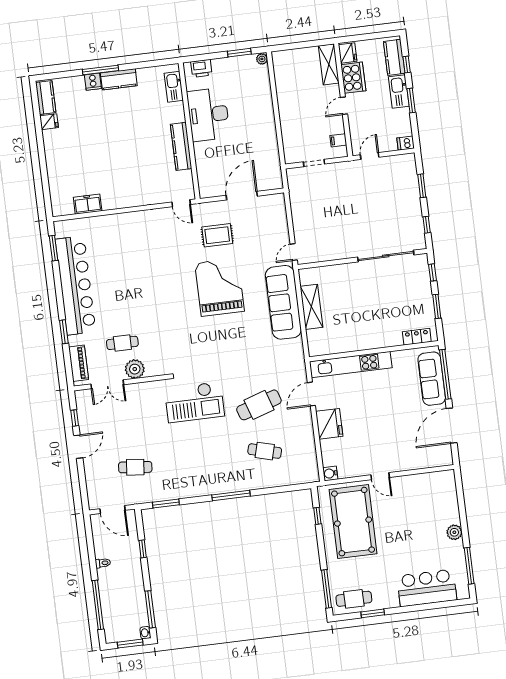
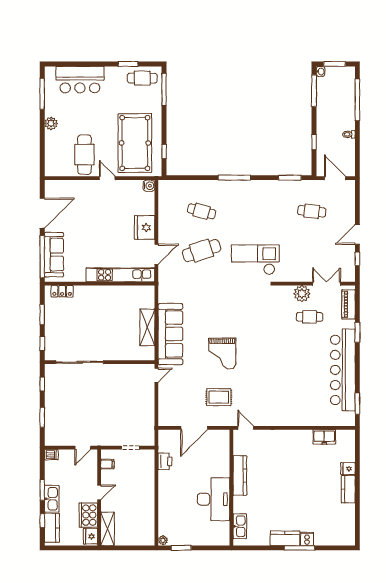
printer: (201, 68) -> (165, 461), moved, turned 90
kitchen counter: (46, 97) -> (348, 489), moved
fridge: (49, 122) -> (348, 469), moved
grand piano: (220, 287) -> (222, 353), width x0.73, depth x0.68
cafe table: (411, 501) -> (84, 155), added

